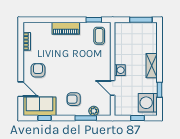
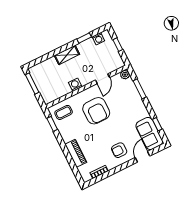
piano: (66, 28) -> (76, 153), moved
washing machine: (120, 70) -> (75, 85), moved
armchair: (74, 99) -> (96, 111), moved, width x1.88, depth x1.88
washing machine: (148, 103) -> (98, 39), width x0.53, depth x0.53
plant: (94, 111) -> (125, 75), moved

